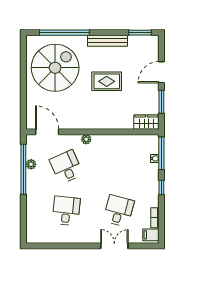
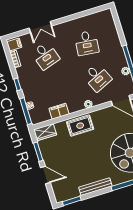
door: (161, 72) -> (45, 175), hinge flipped
rug: (107, 81) -> (80, 126), moved
filing cabinet: (123, 141) -> (59, 111), added
desk: (119, 211) -> (45, 56), turned -33

